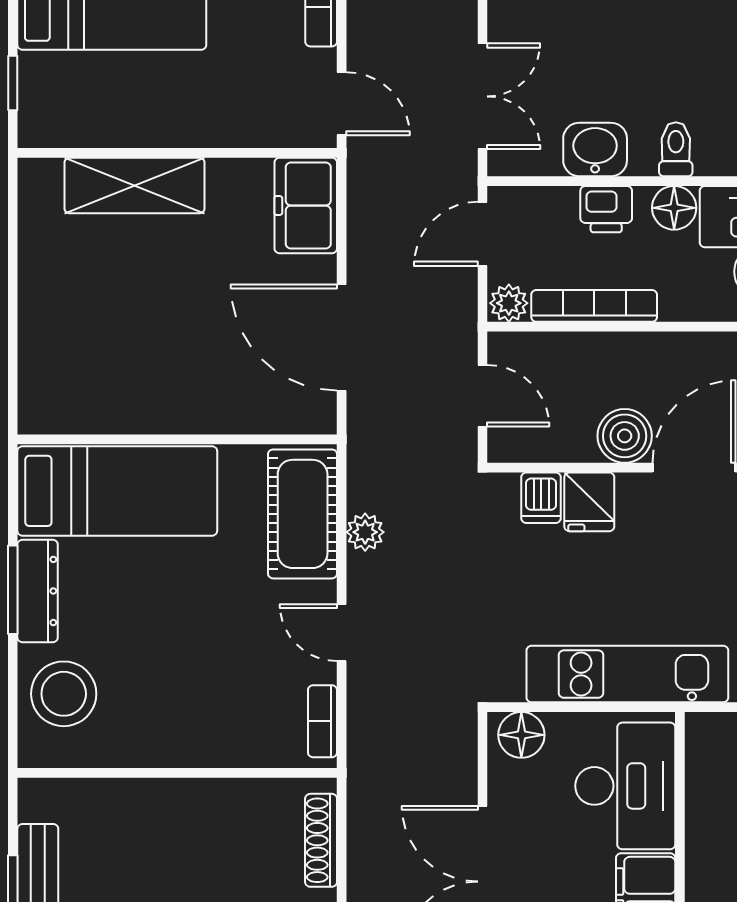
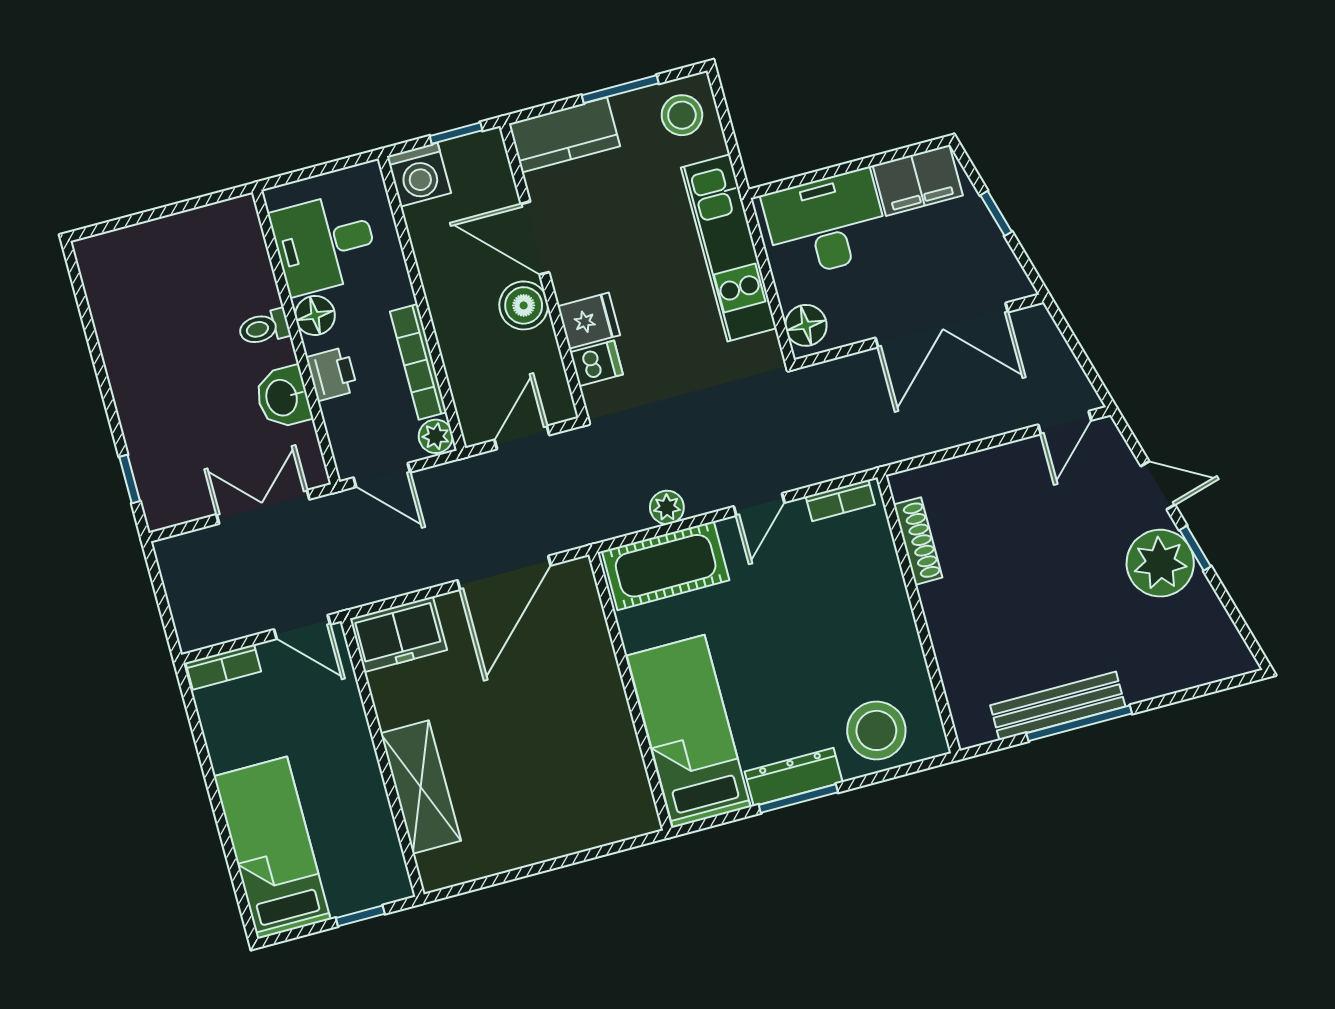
door: (342, 104) -> (302, 627), swing flipped
shoe rack: (321, 840) -> (918, 541), moved, turned -90

